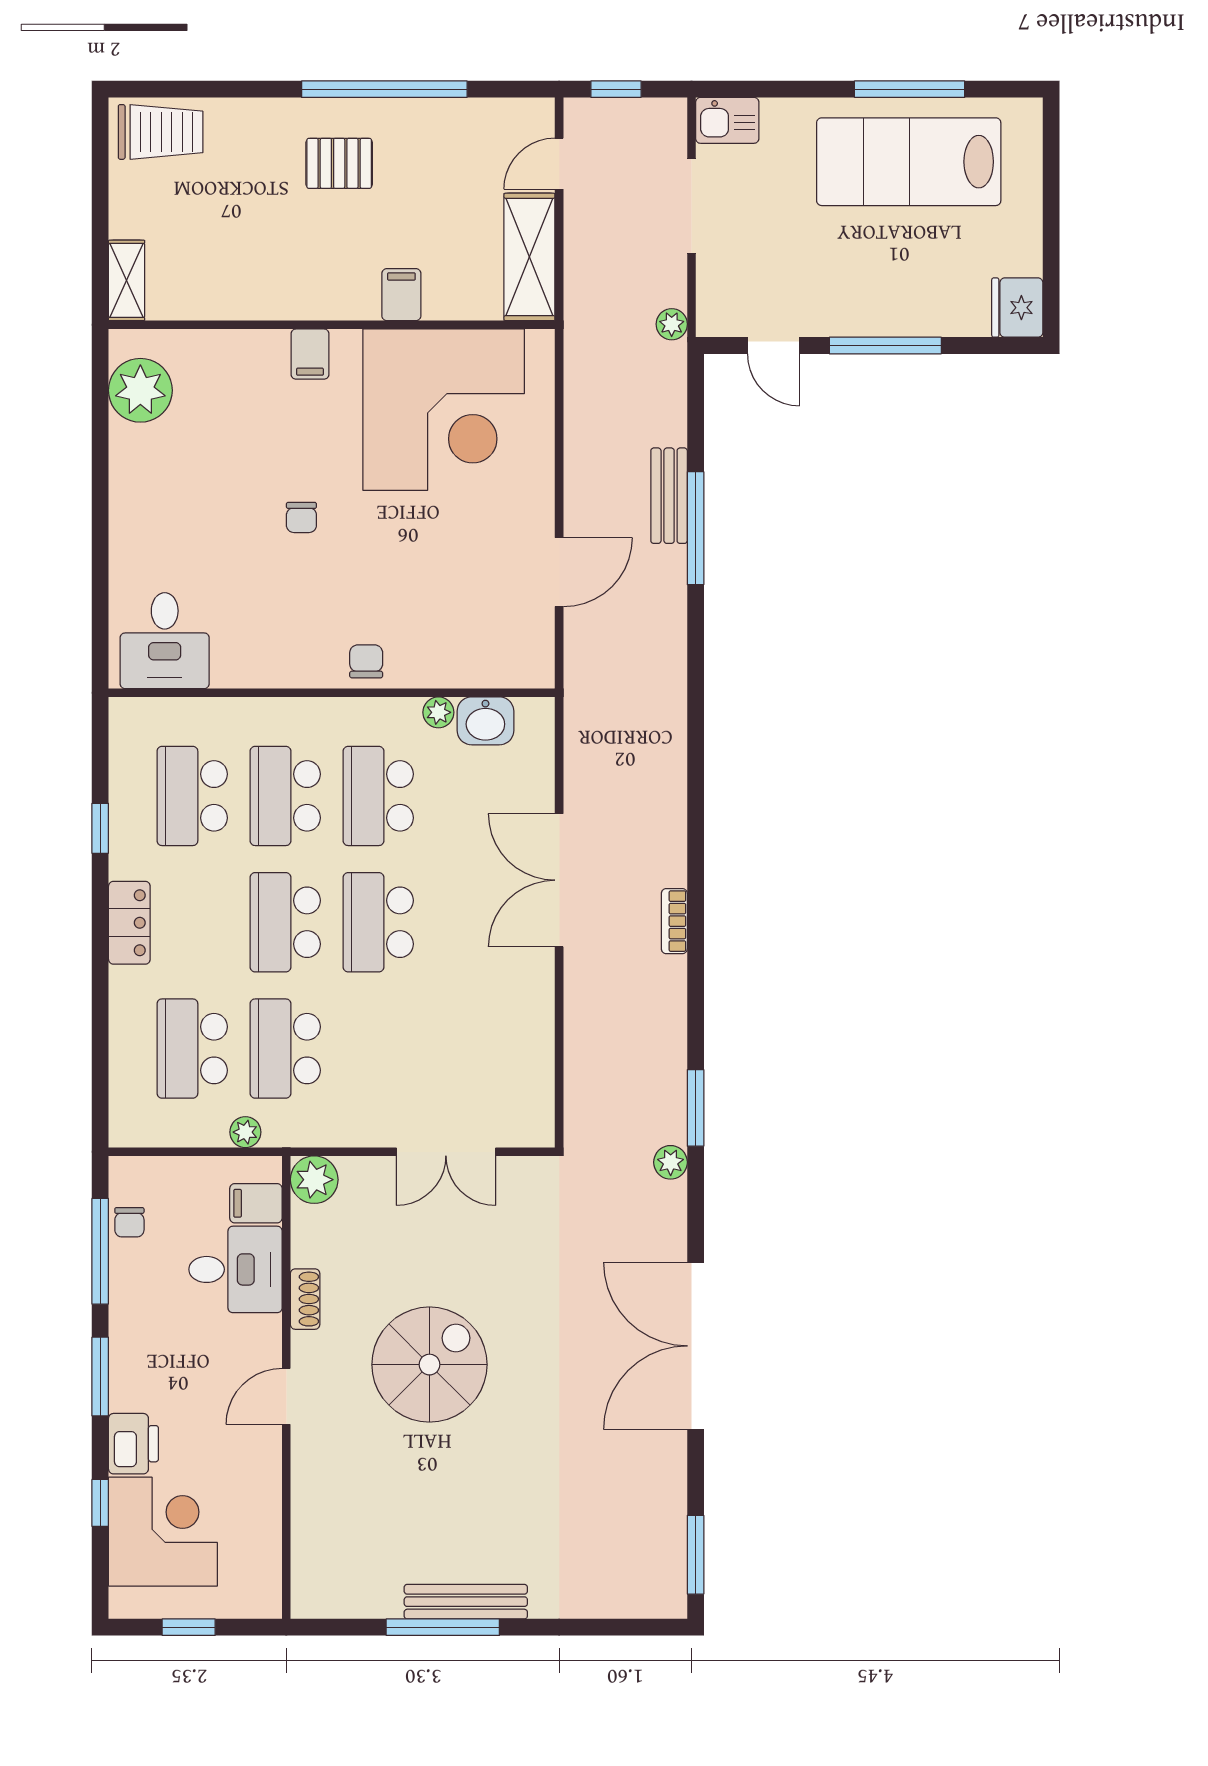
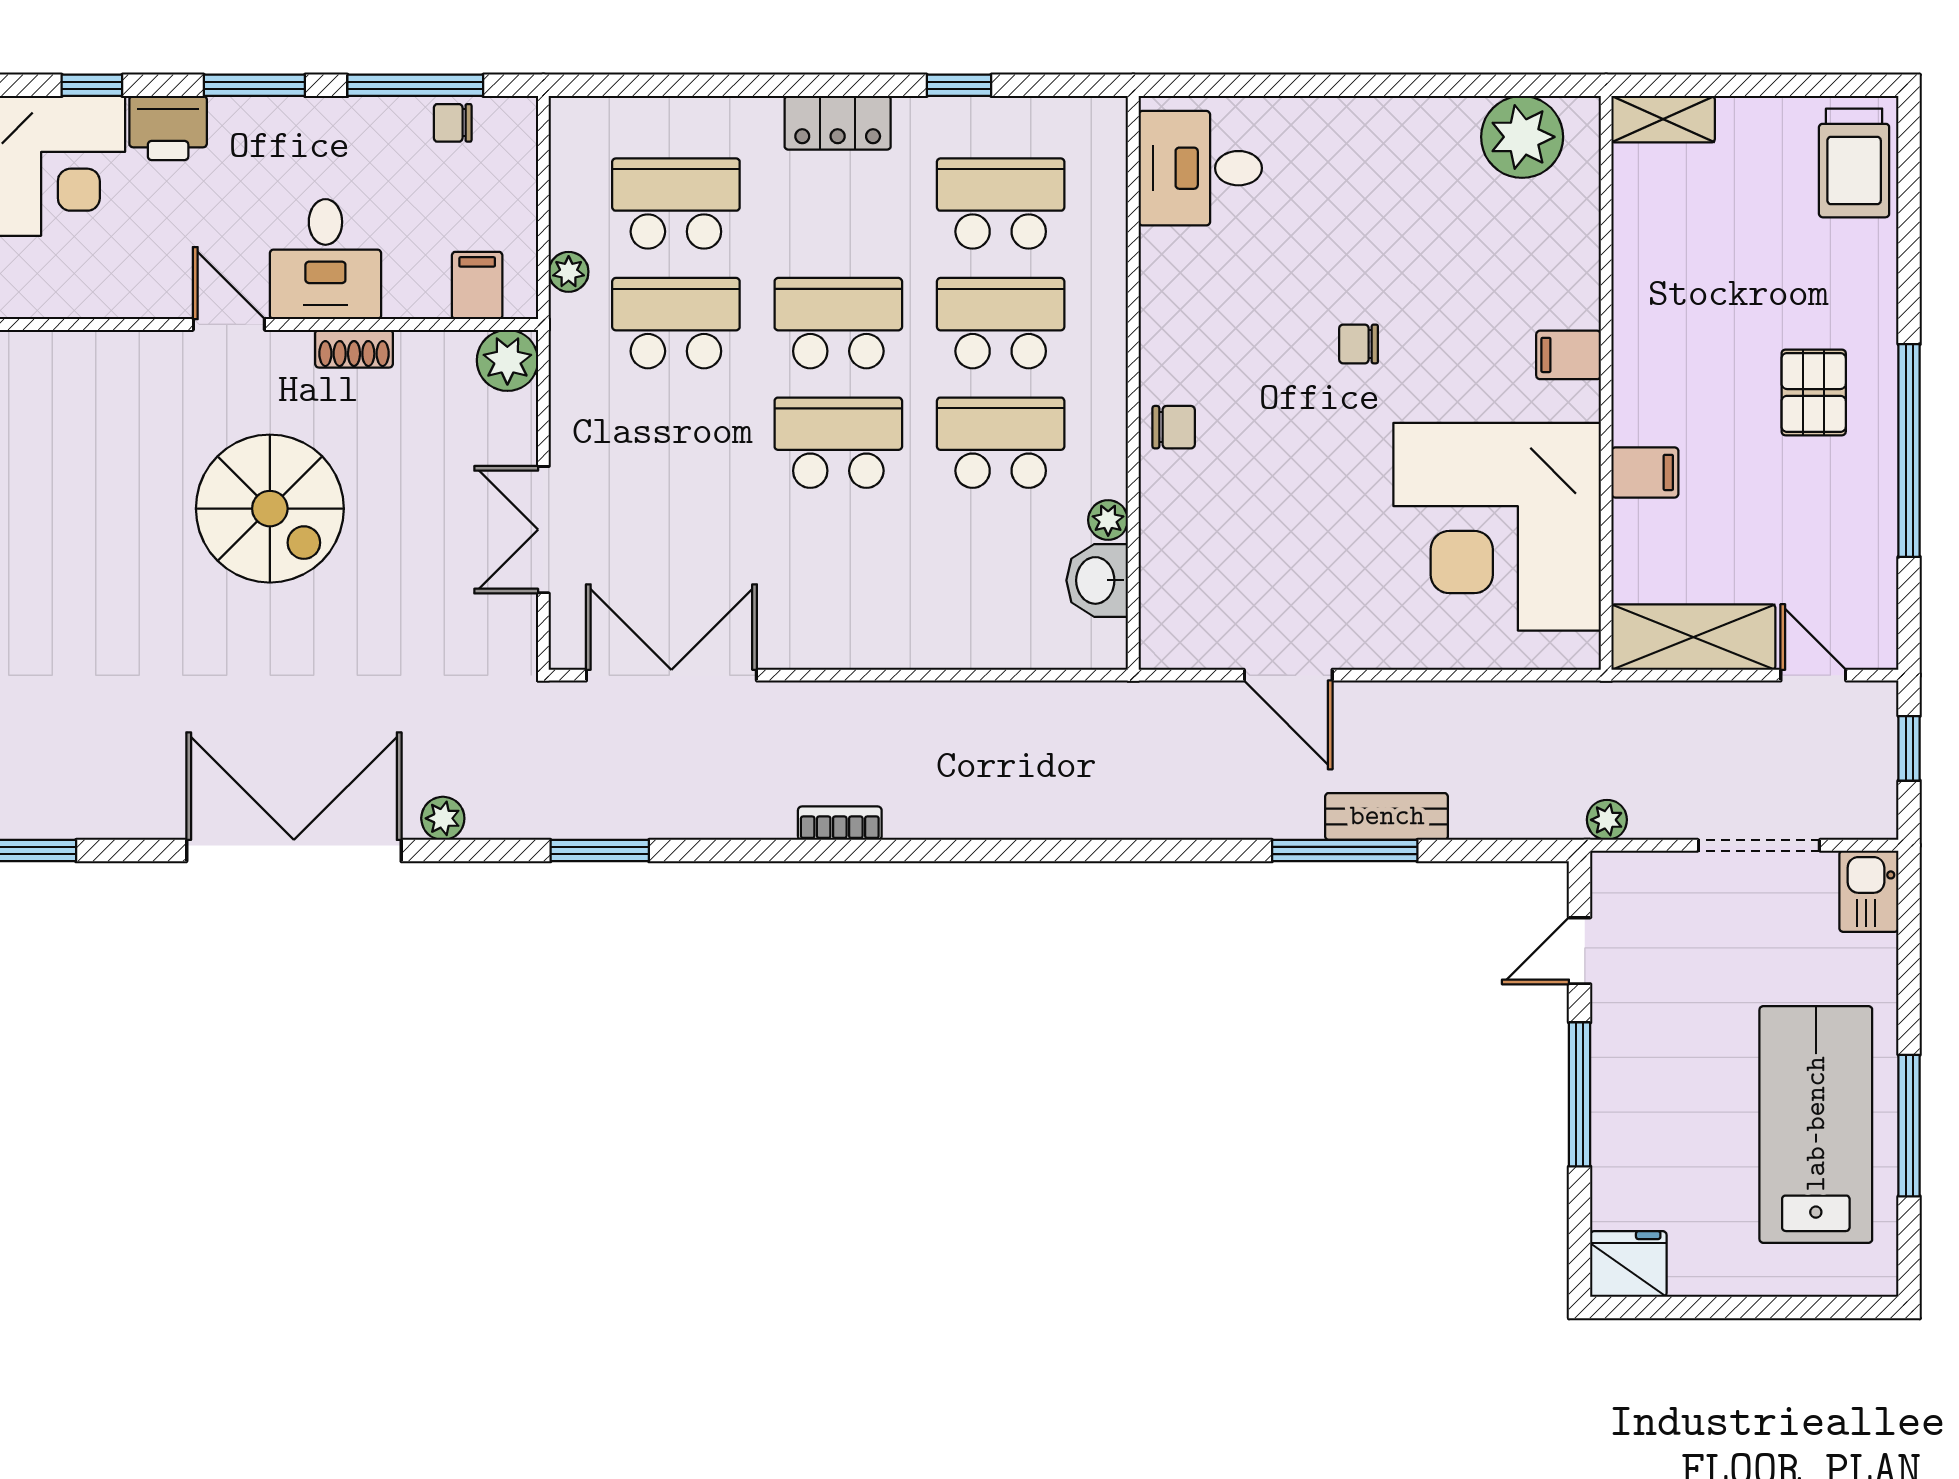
double door: (559, 880) -> (671, 675), moved
plant: (671, 1162) -> (443, 818), moved
desk: (235, 1269) -> (325, 259), moved

